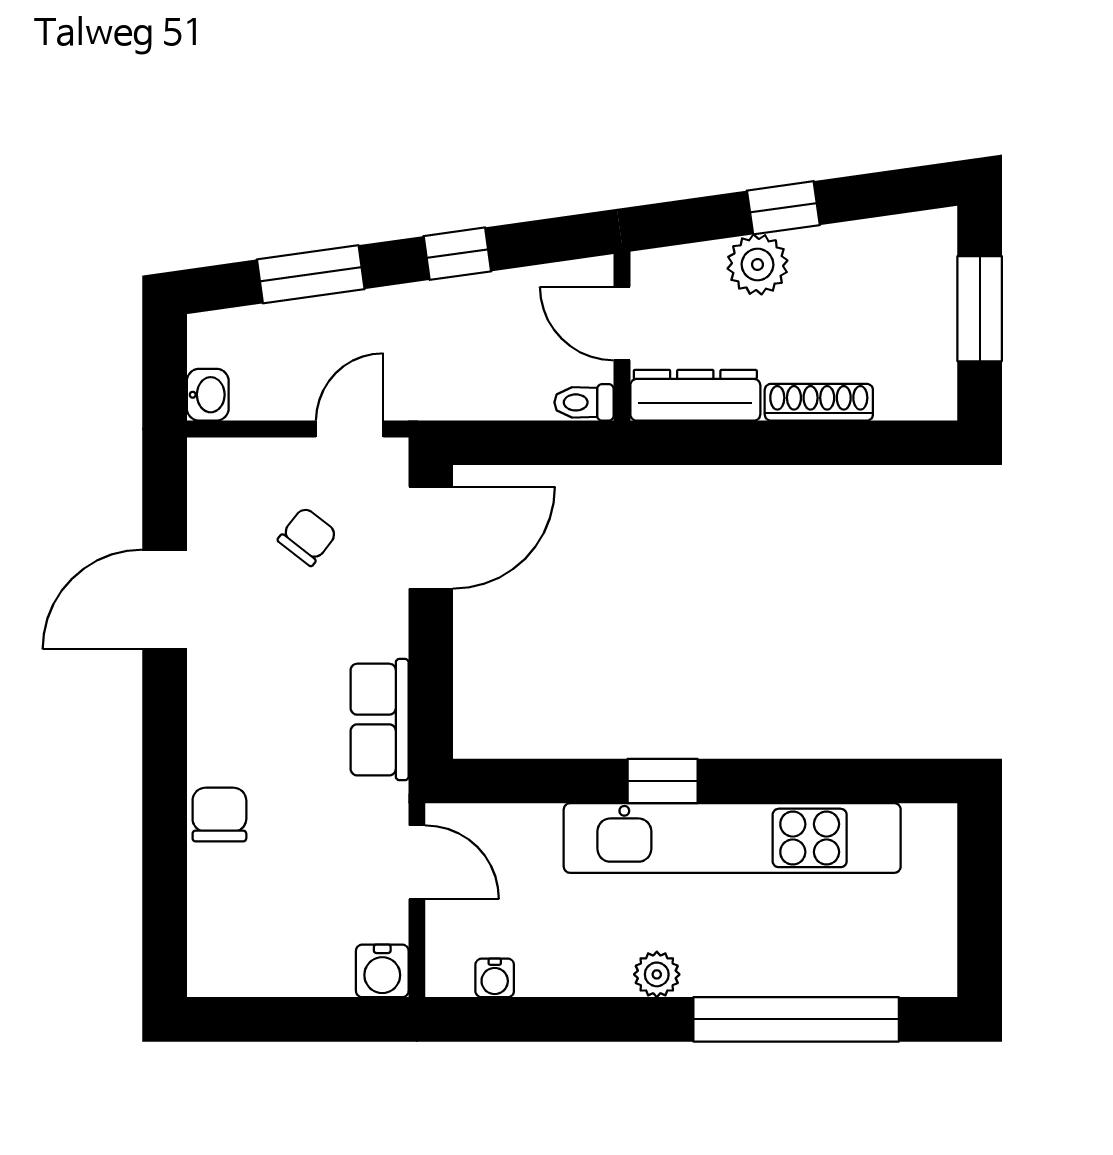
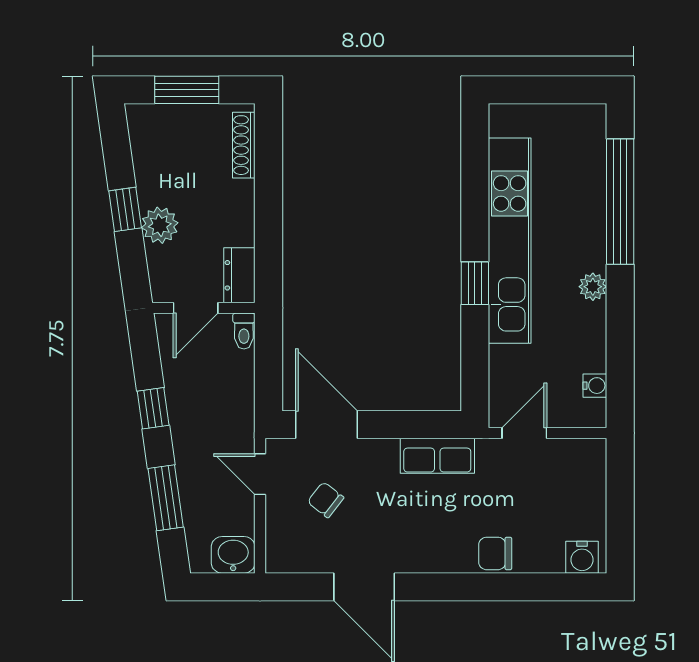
washbasin: (208, 395) -> (233, 555), width x1.38, depth x1.45
dresser: (695, 395) -> (239, 275), width x0.70
shoe rack: (819, 402) -> (244, 145), moved
water cooler: (382, 971) -> (582, 557), moved, turned 90

